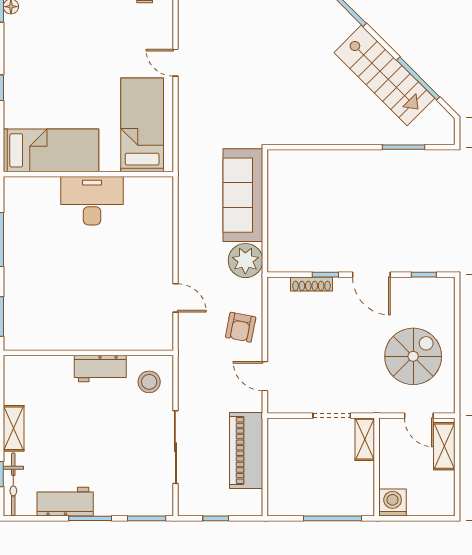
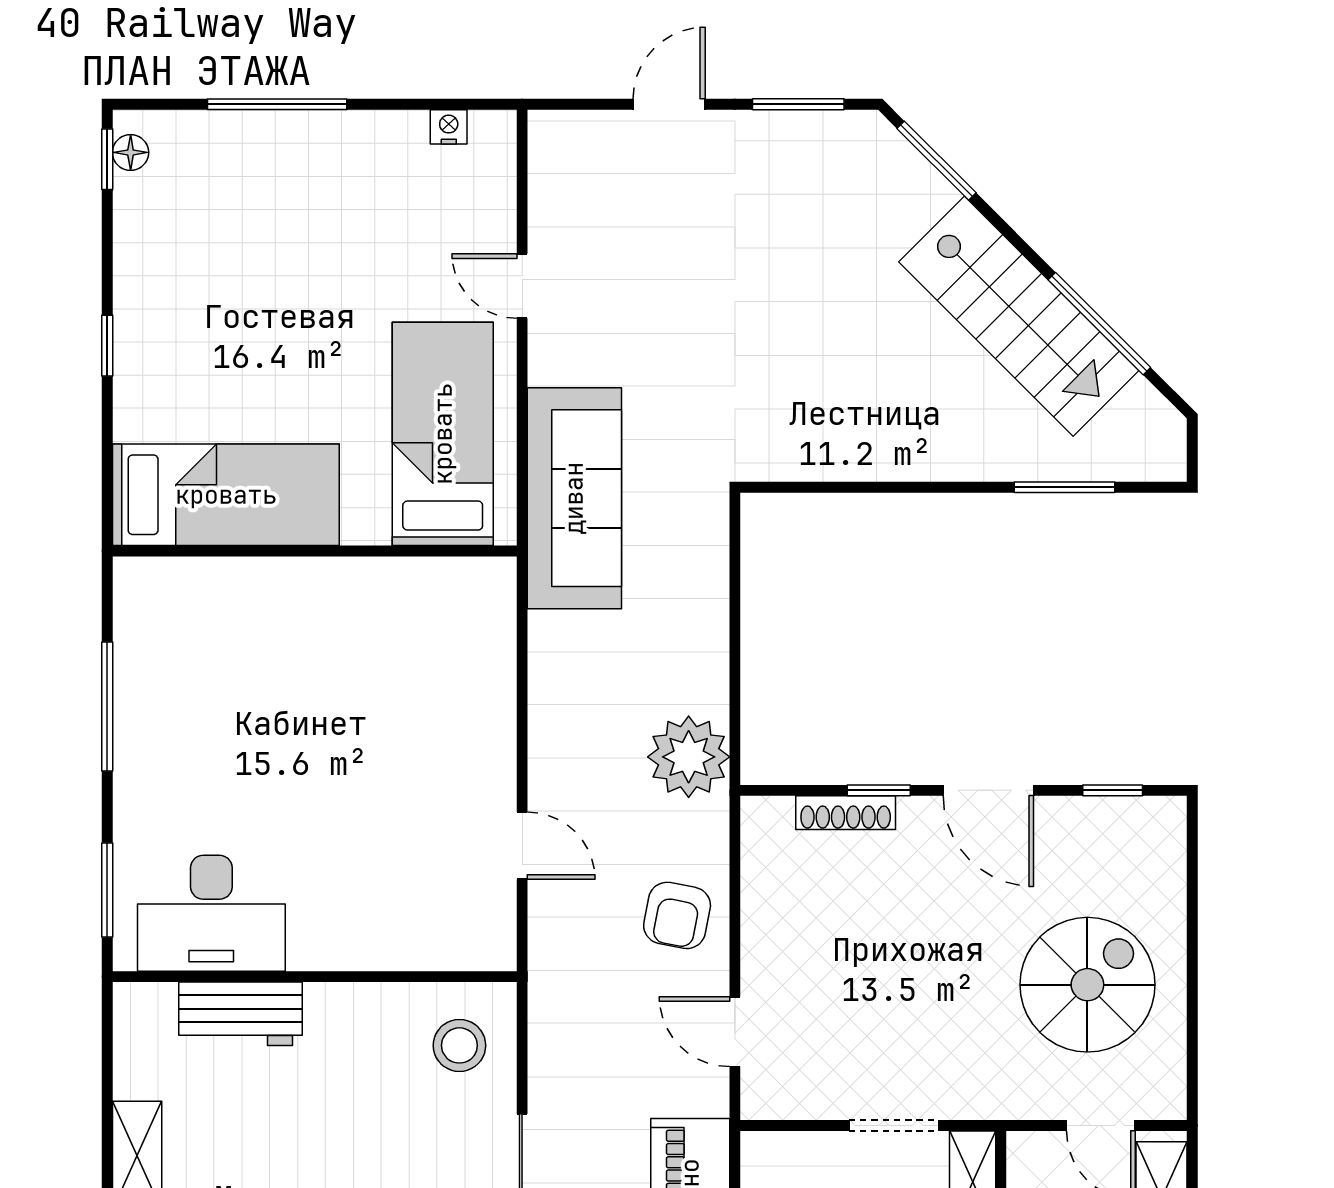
sofa: (243, 195) -> (574, 498), moved, turned 180
desk: (92, 201) -> (211, 913), moved, turned 180
workbench: (100, 369) -> (240, 1014), moved

